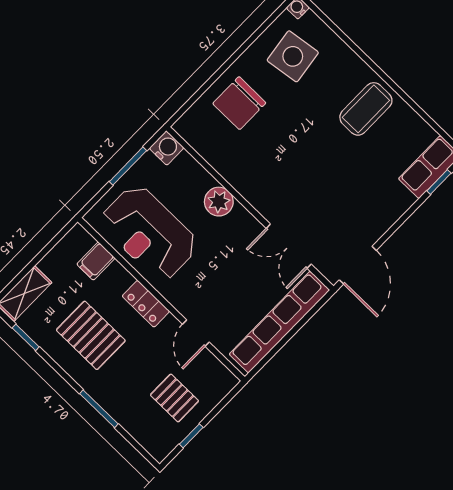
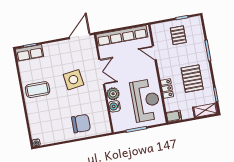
side table: (293, 56) -> (73, 80), moved
water cooler: (167, 148) -> (114, 106), moved
double door: (289, 246) -> (102, 72), moved
filing cabinet: (96, 261) -> (174, 116), moved
locker: (146, 304) -> (167, 88), moved
door: (196, 333) -> (154, 53), swing flipped

